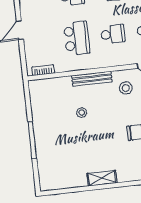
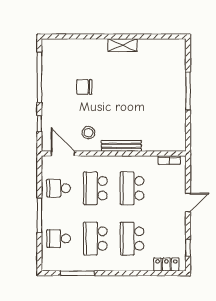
school desk: (113, 34) -> (95, 188), width x1.85
stool: (82, 113) -> (135, 113), removed

